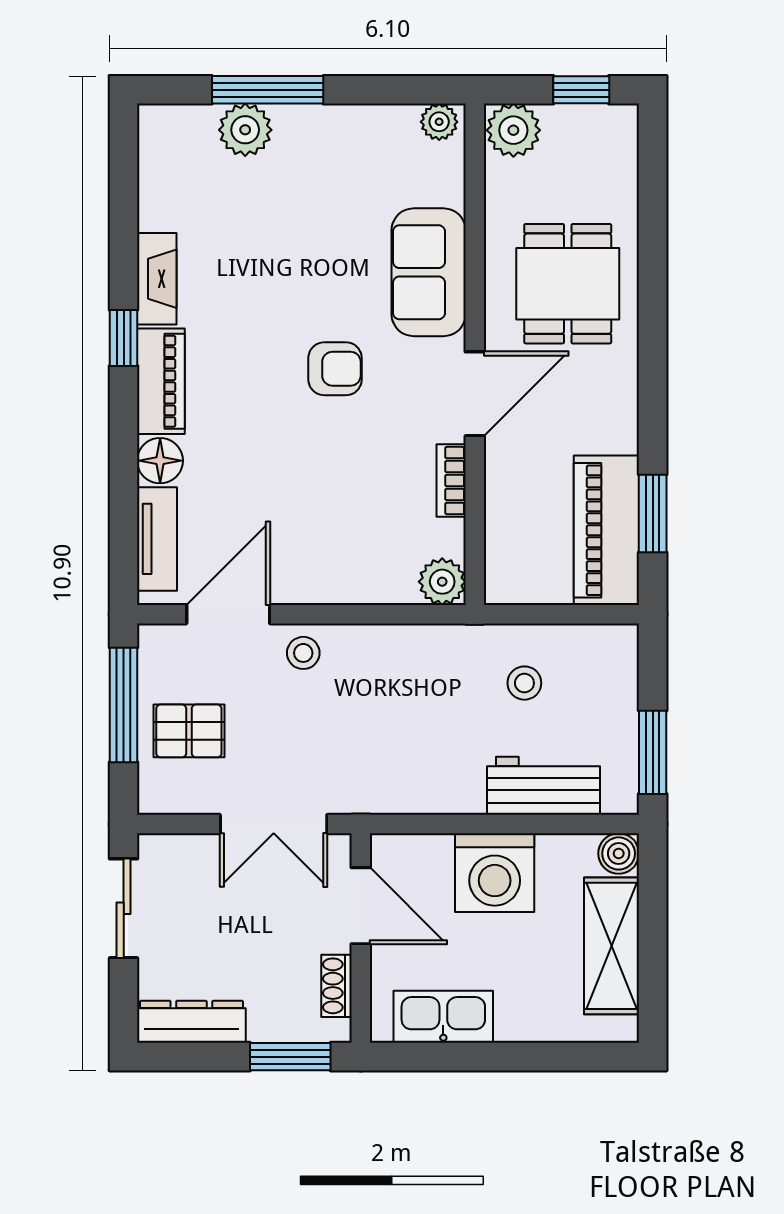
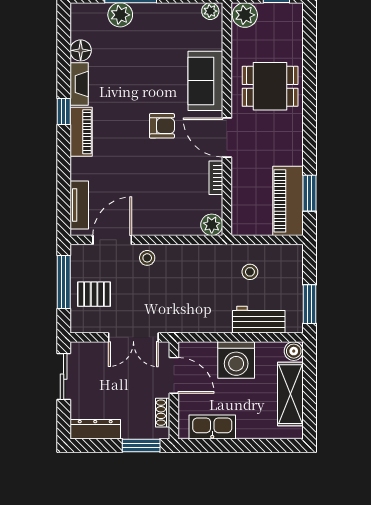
dining table: (568, 284) -> (270, 86), turned 90
door: (475, 394) -> (227, 137), swing flipped
floor lamp: (160, 461) -> (81, 50), moved

